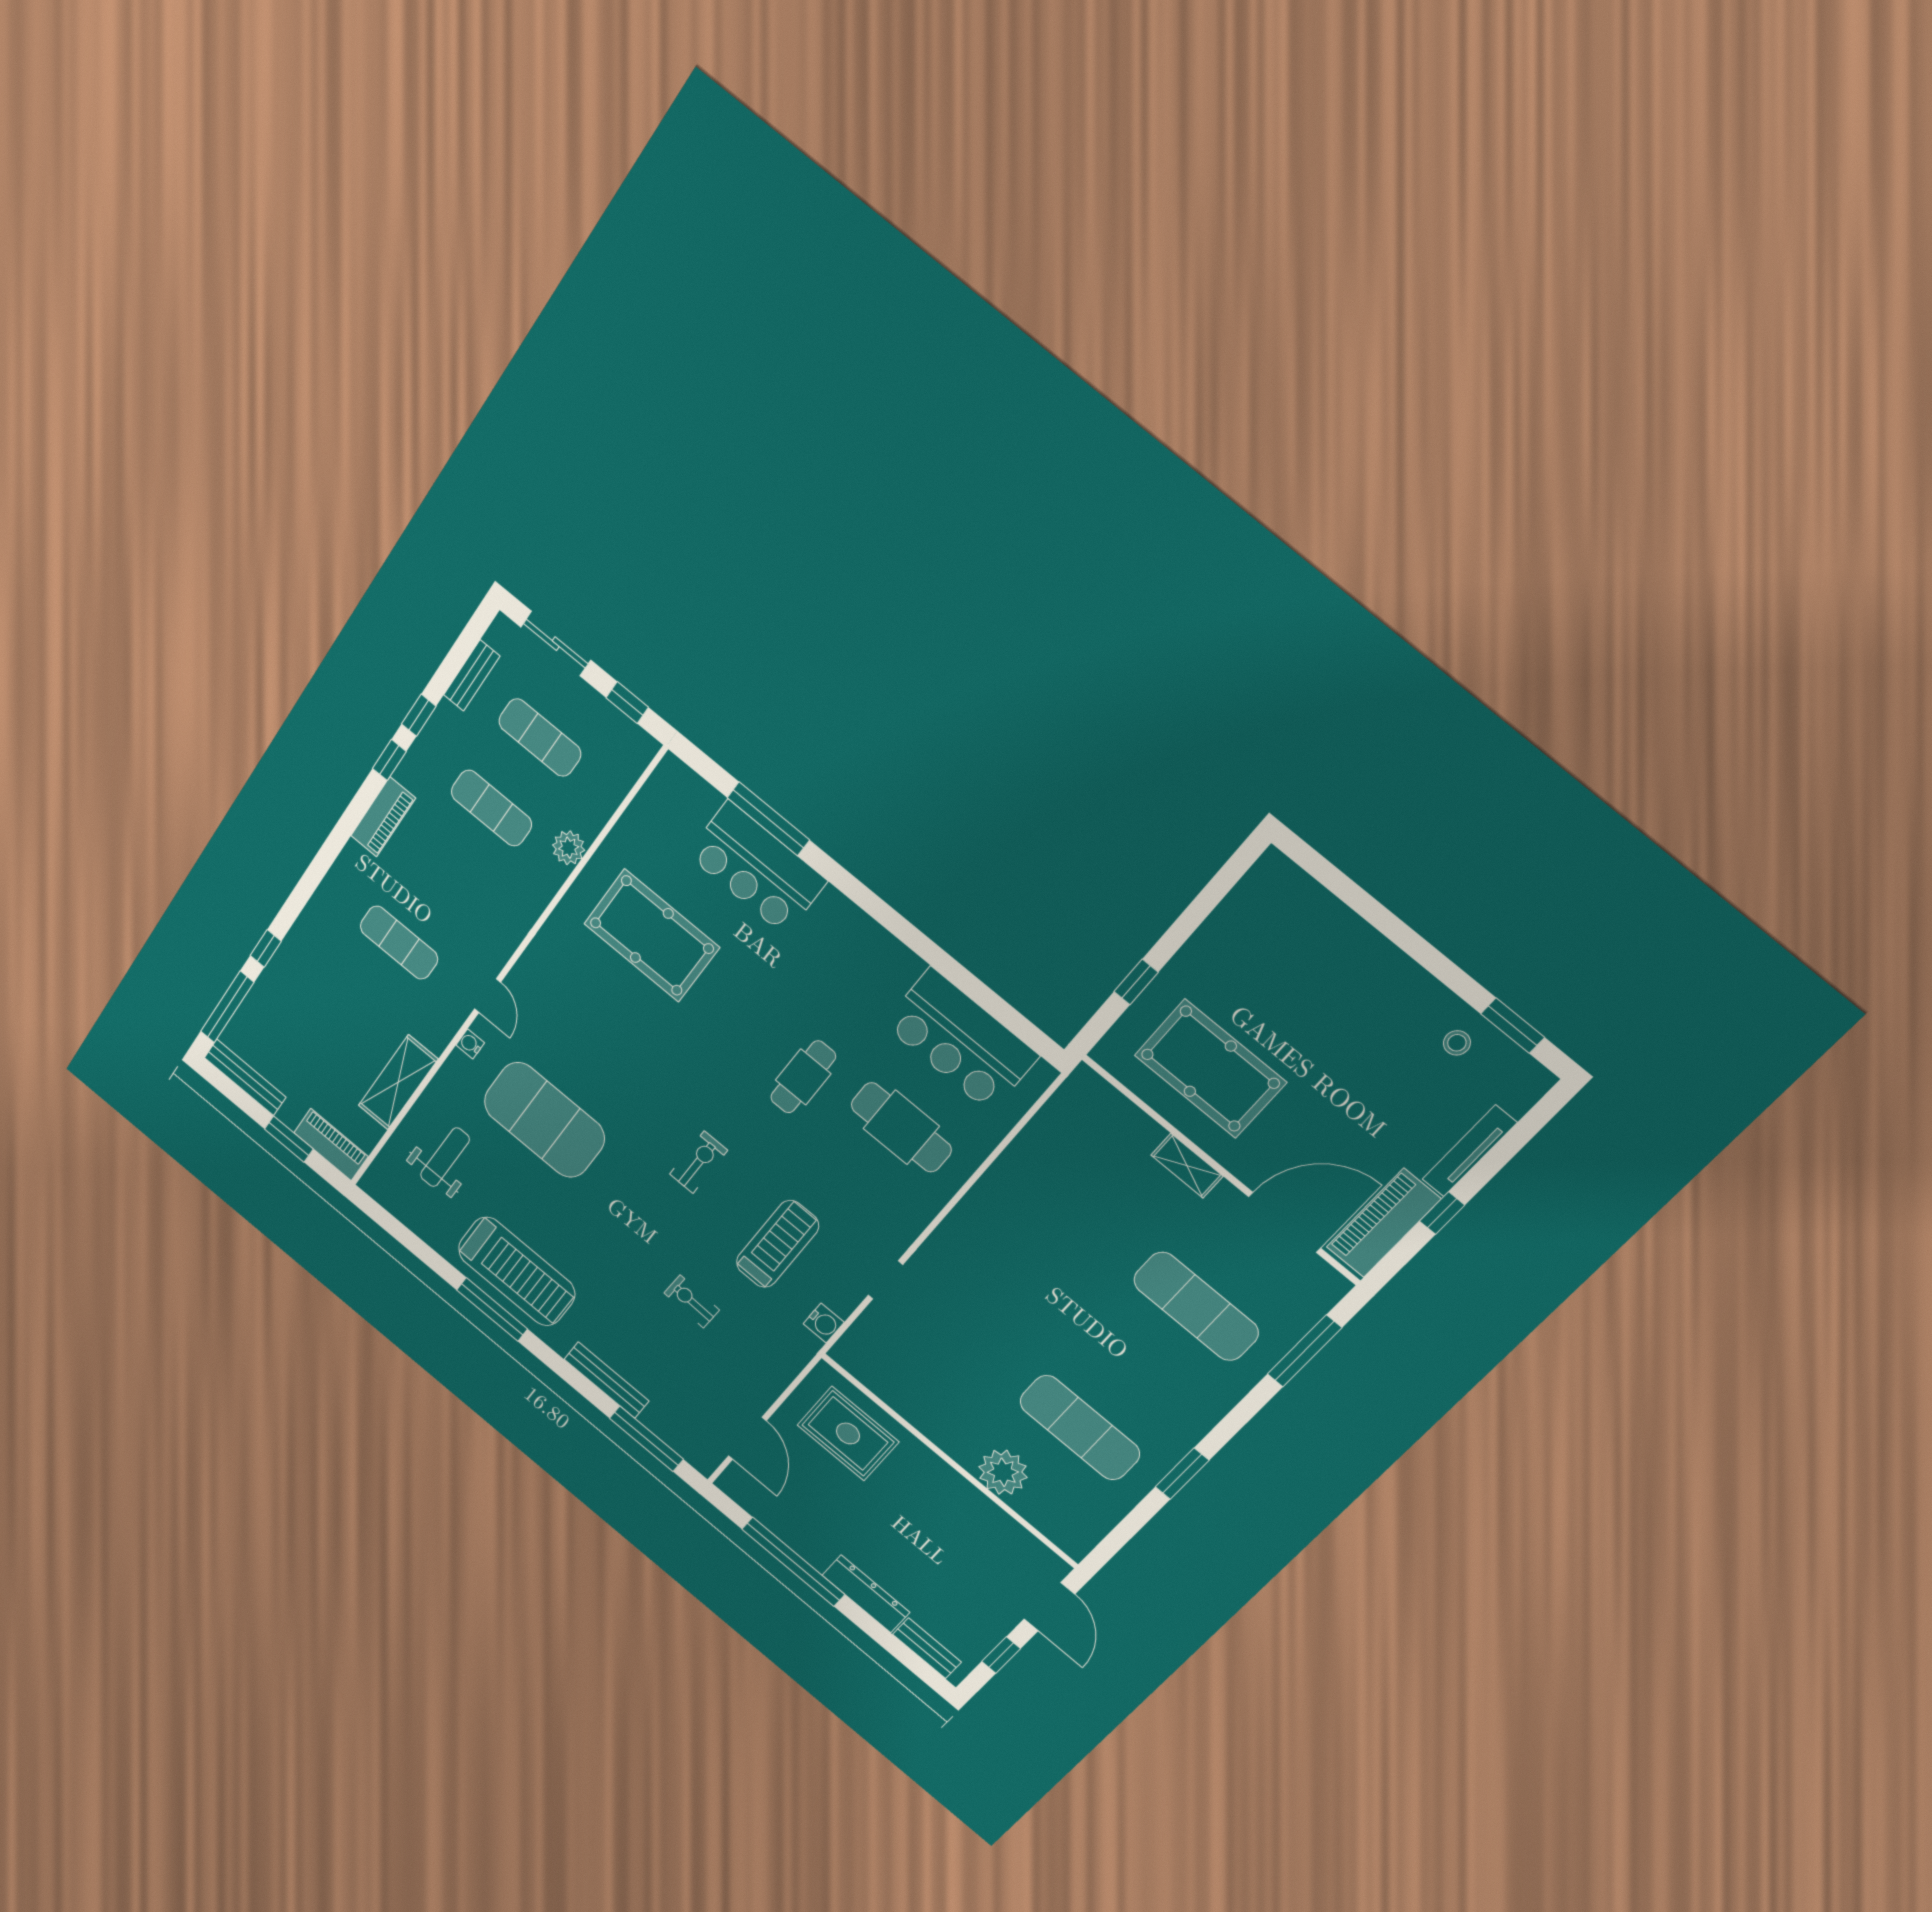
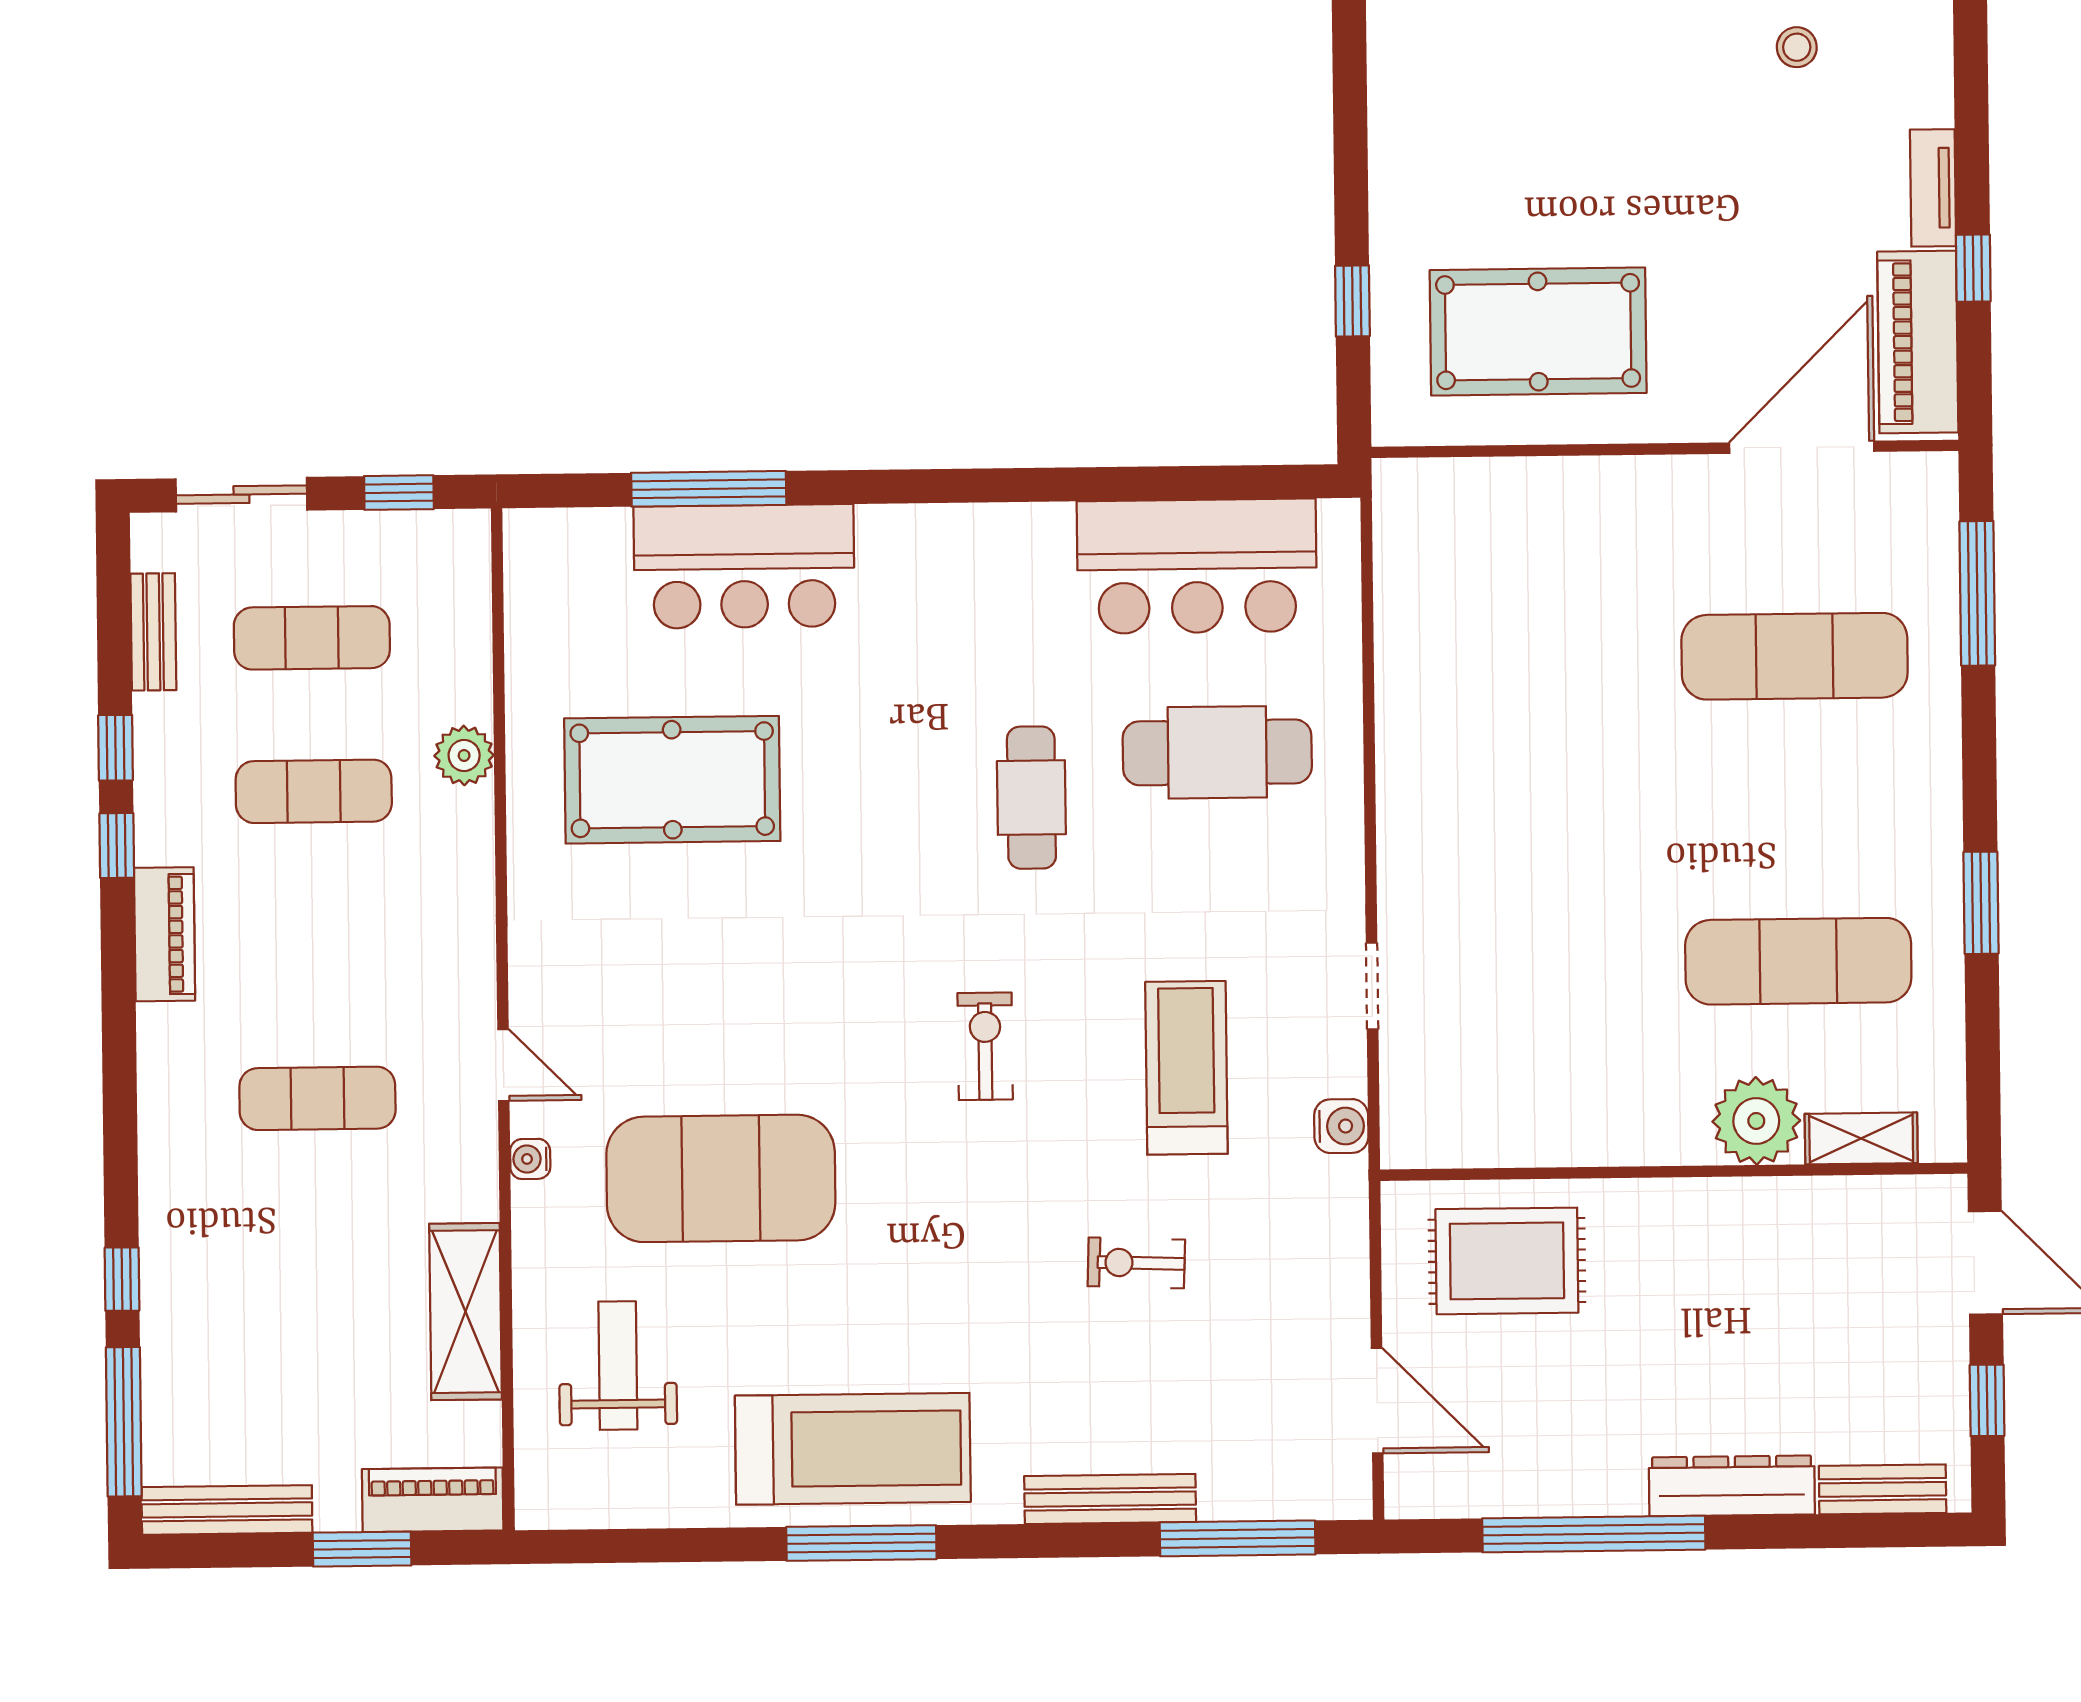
tv unit: (1469, 1151) -> (1933, 188), width x0.71
shelving: (1187, 1166) -> (1861, 1138), moved

